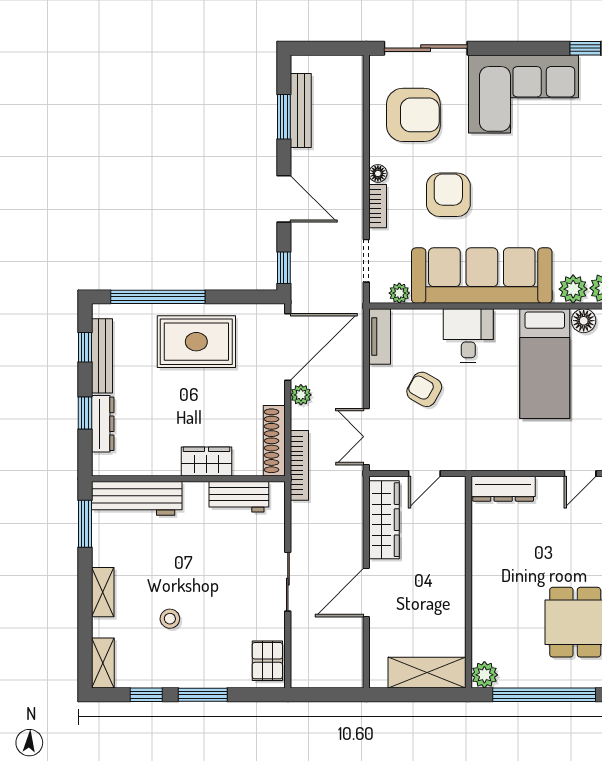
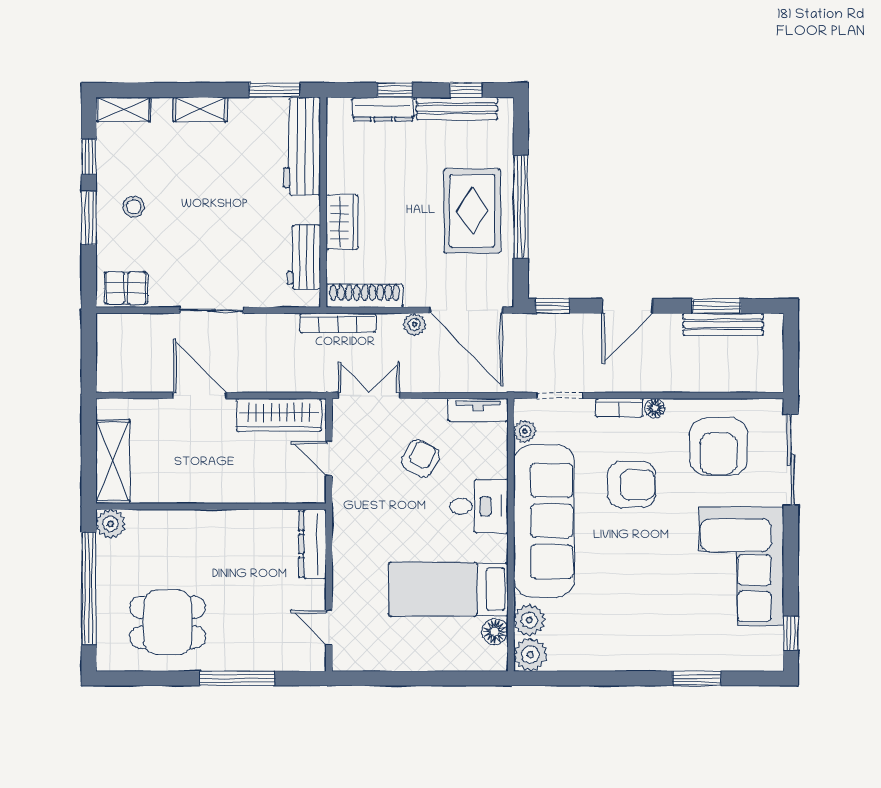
window: (158, 297) -> (521, 207), moved
stool: (170, 619) -> (134, 207), moved

